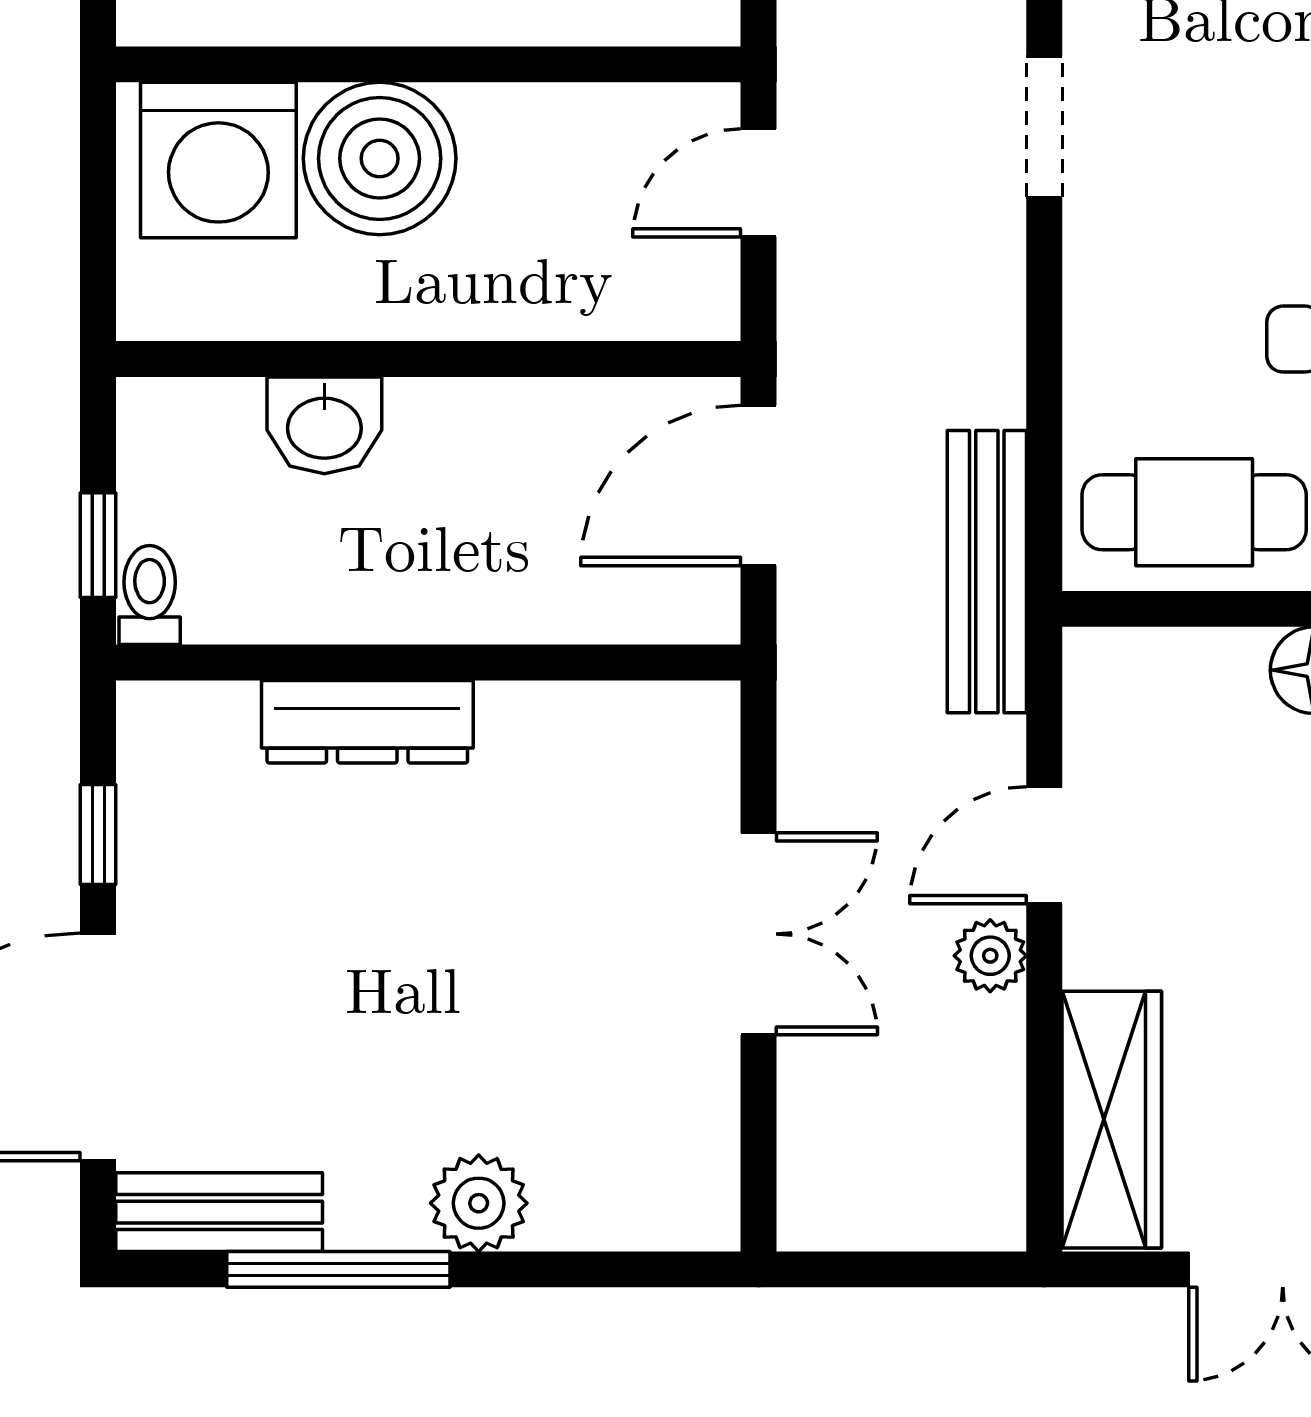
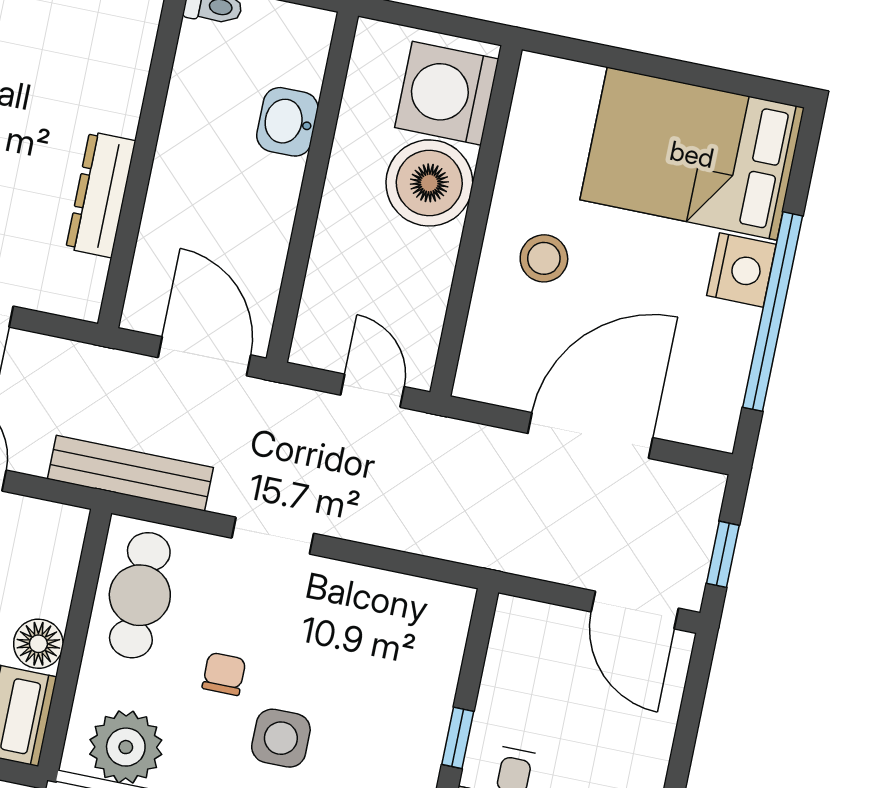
doorway: (1044, 127) -> (273, 536), moved
dresser: (367, 722) -> (101, 195), moved

